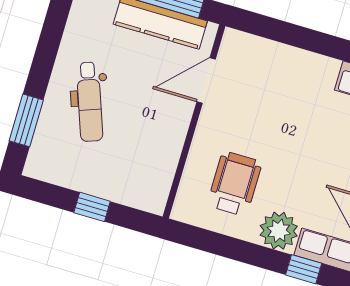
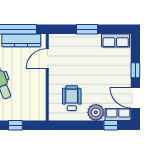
window: (314, 41) -> (87, 29), added

